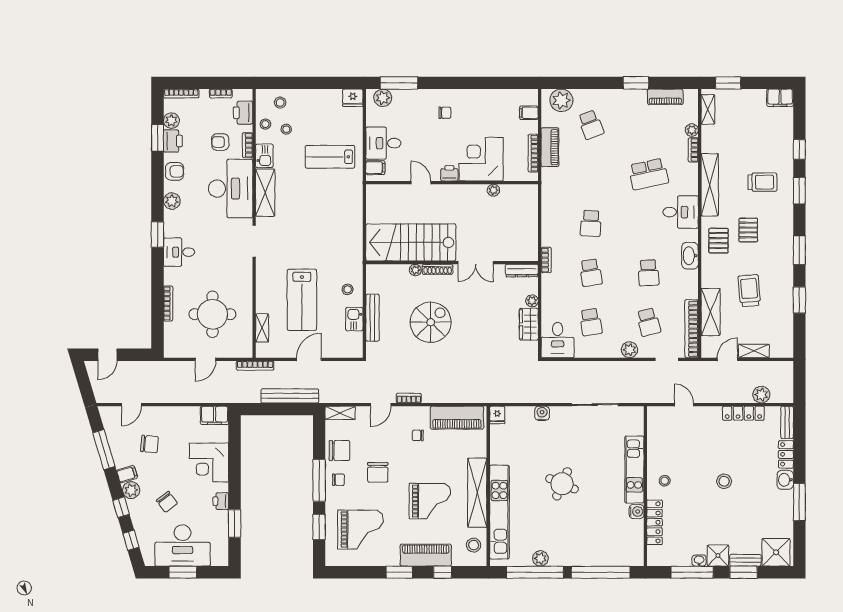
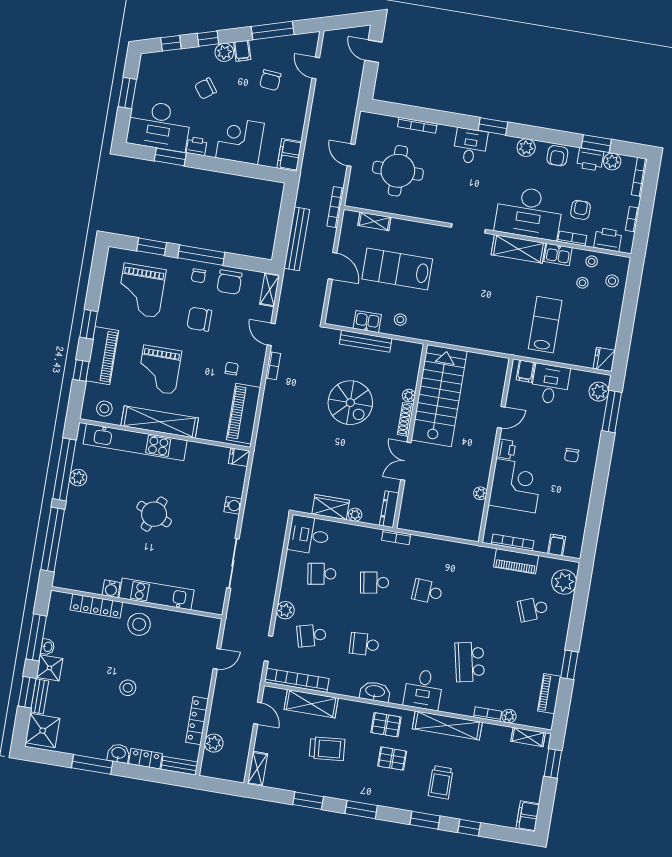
shelving: (754, 351) -> (257, 769), moved
stool: (665, 481) -> (139, 624), width x1.89, depth x1.89
desk: (183, 545) -> (159, 126), moved, turned -90

